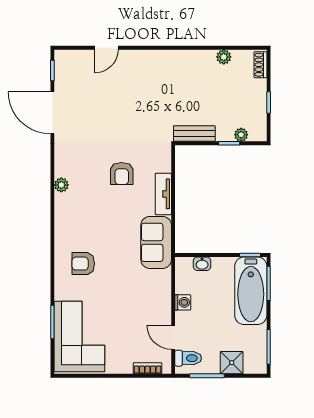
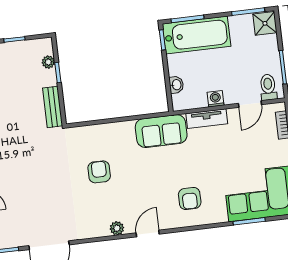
armchair: (122, 174) -> (99, 172), turned -90
tv unit: (163, 194) -> (207, 119), moved
door: (52, 216) -> (148, 233), added
shower: (232, 363) -> (265, 23), moved

